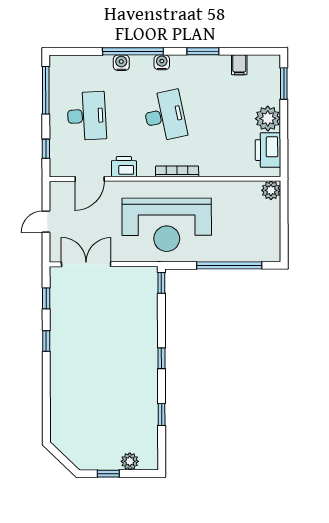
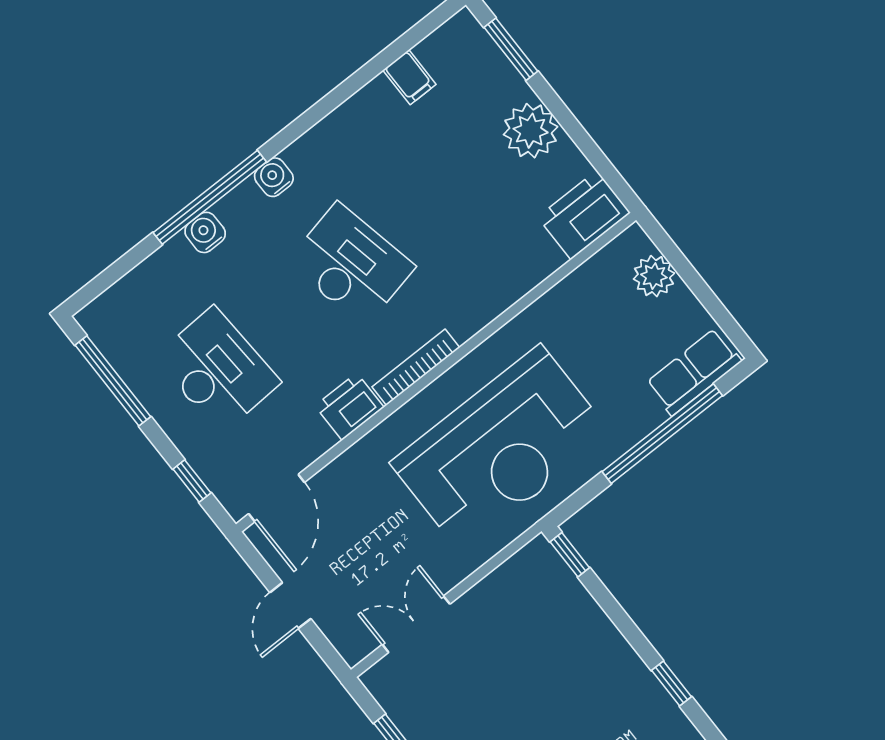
window: (203, 51) -> (329, 103), removed
printer: (268, 150) -> (584, 215), moved, turned 90
bookcase: (177, 171) -> (416, 367), moved
door: (90, 179) -> (277, 498), moved
plant: (271, 190) -> (654, 276), moved
row of seats: (258, 252) -> (694, 372), added
double door: (86, 264) -> (416, 624), width x0.73

